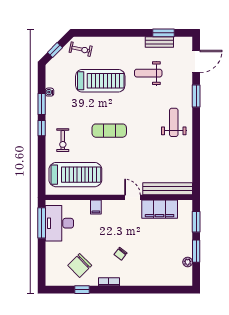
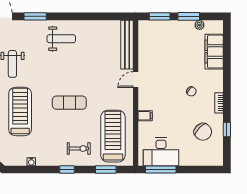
window: (42, 104) -> (106, 169), moved
weight bench: (174, 122) -> (61, 39), turned 180
exercise mat: (109, 131) -> (69, 103), turned 90
filing cabinet: (160, 209) -> (214, 52), moved, turned 180

